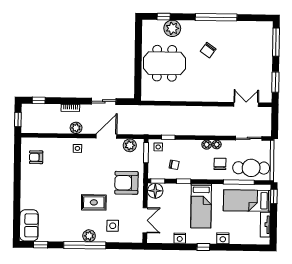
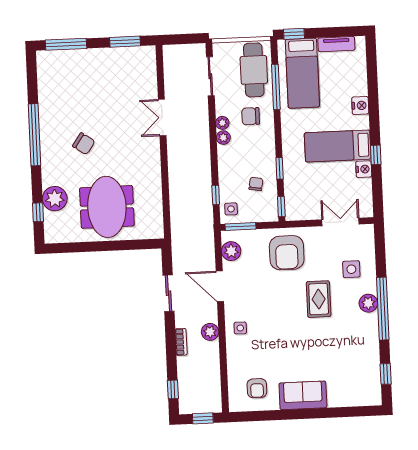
double door: (246, 104) -> (162, 118), moved
floor lamp: (155, 191) -> (296, 209), removed
bed: (201, 206) -> (338, 146), moved, turned 180
sofa: (29, 225) -> (303, 395), moved
window: (203, 247) -> (376, 155), moved

